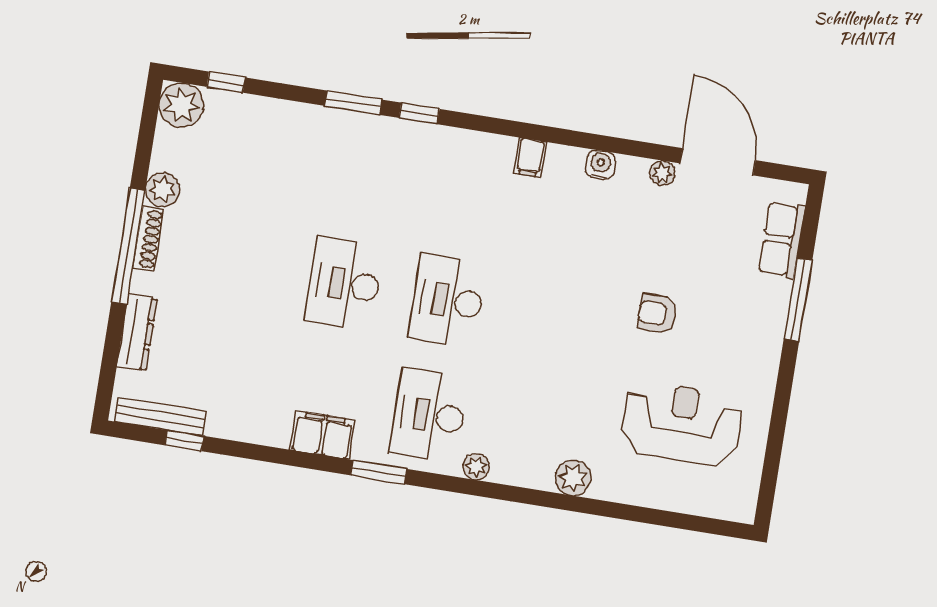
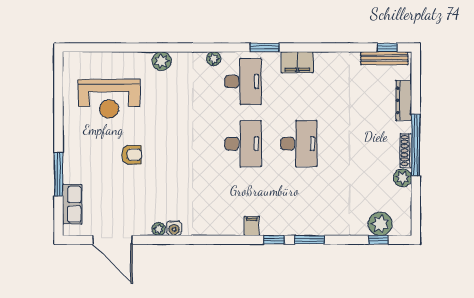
plant: (181, 105) -> (380, 224), moved
filing cabinet: (530, 158) -> (252, 226), moved
plant: (662, 173) -> (159, 229), moved
window: (184, 441) -> (387, 47), moved

